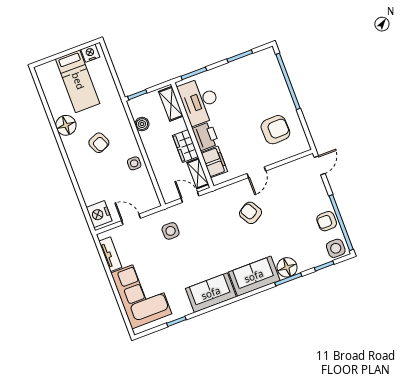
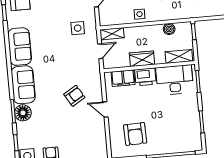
shelving: (198, 173) -> (112, 34), moved

